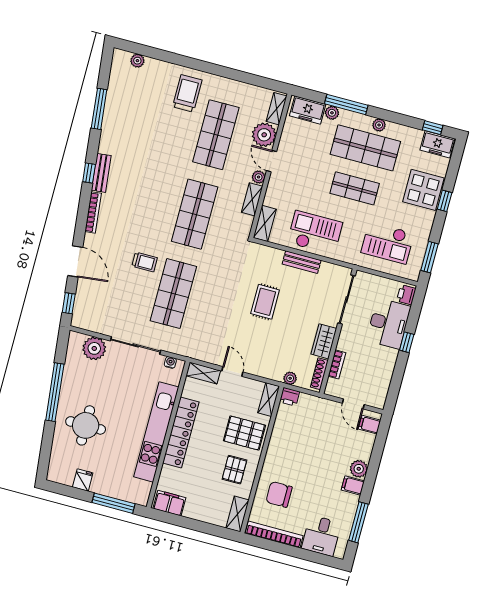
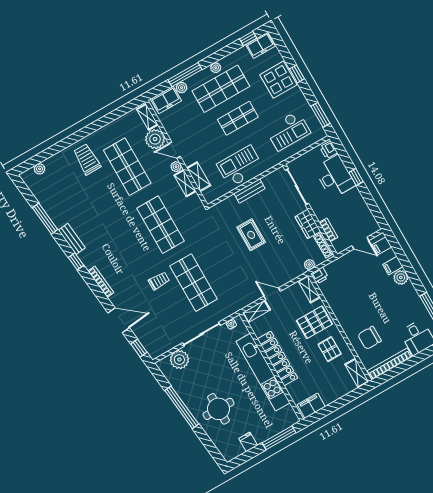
bench: (101, 173) -> (72, 239), moved
shelving: (265, 223) -> (199, 177), moved
filing cabinet: (353, 485) -> (393, 266), moved

